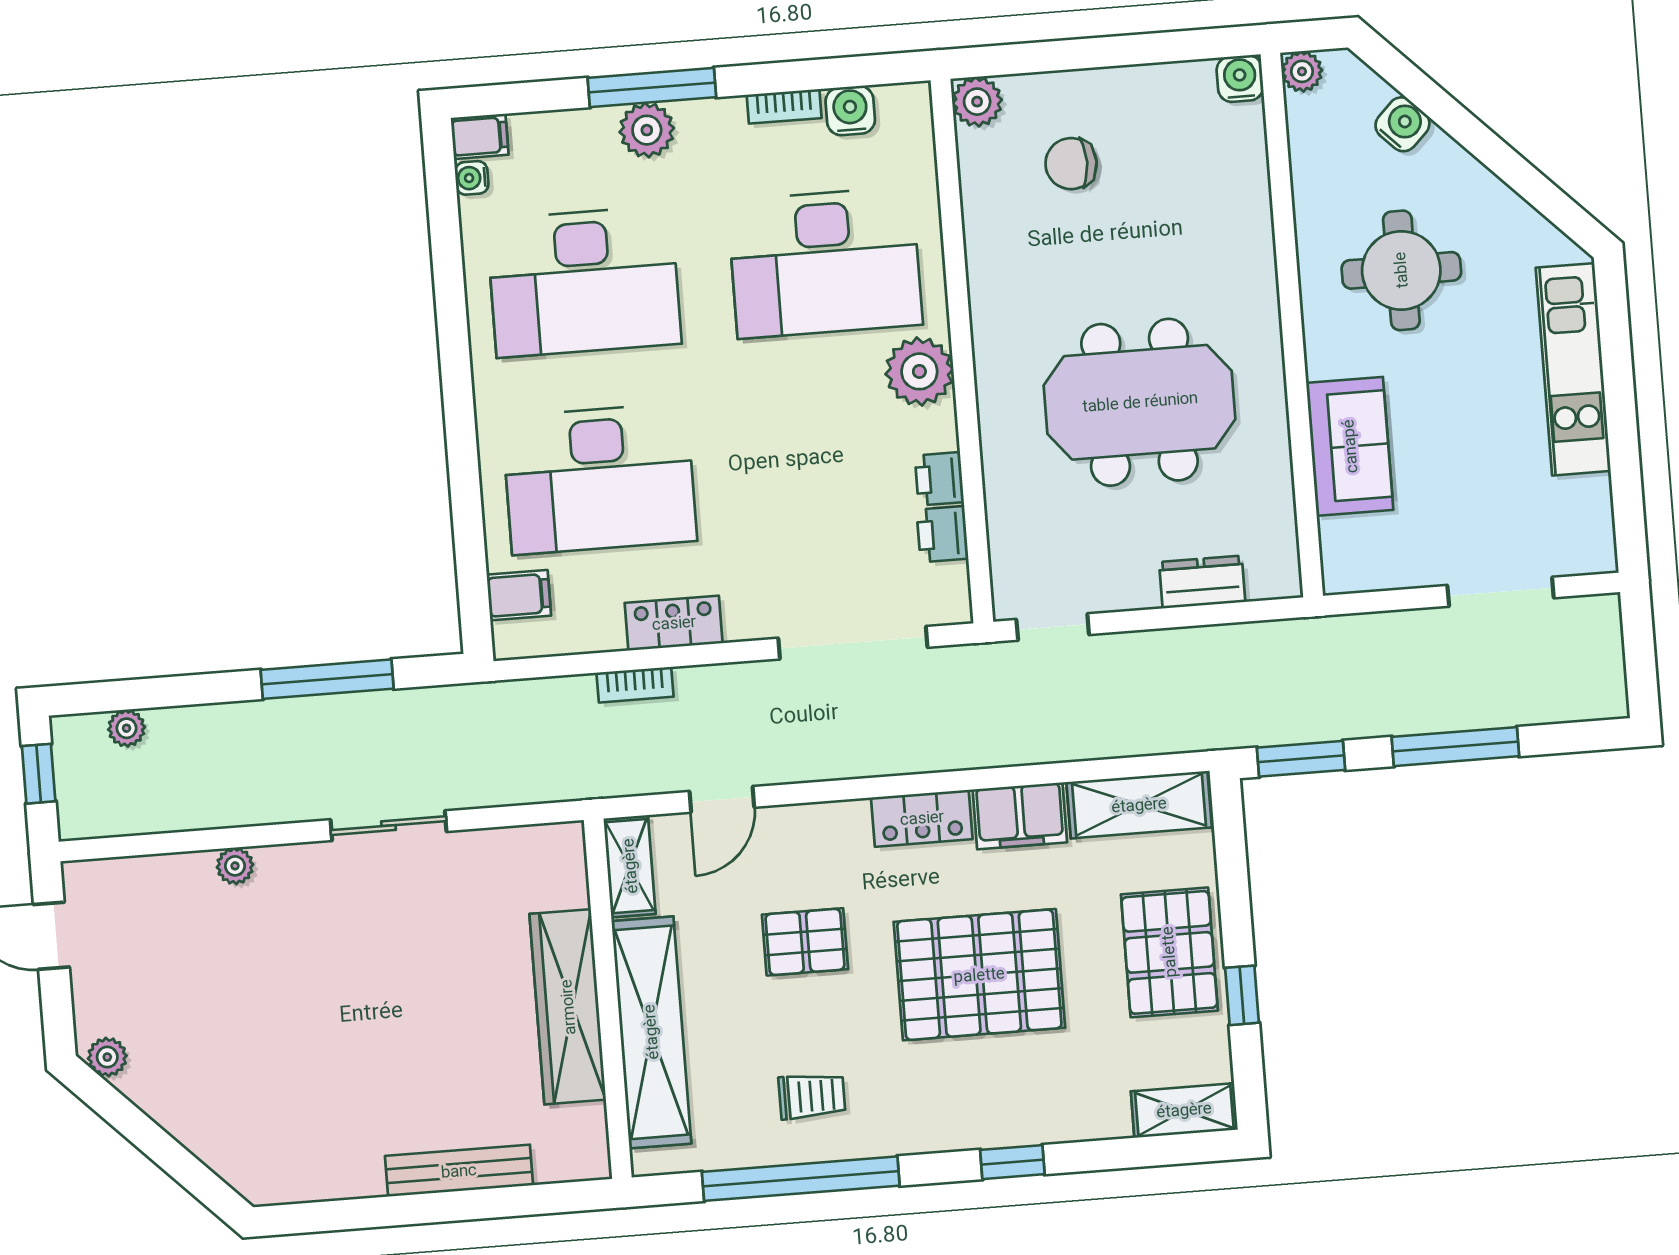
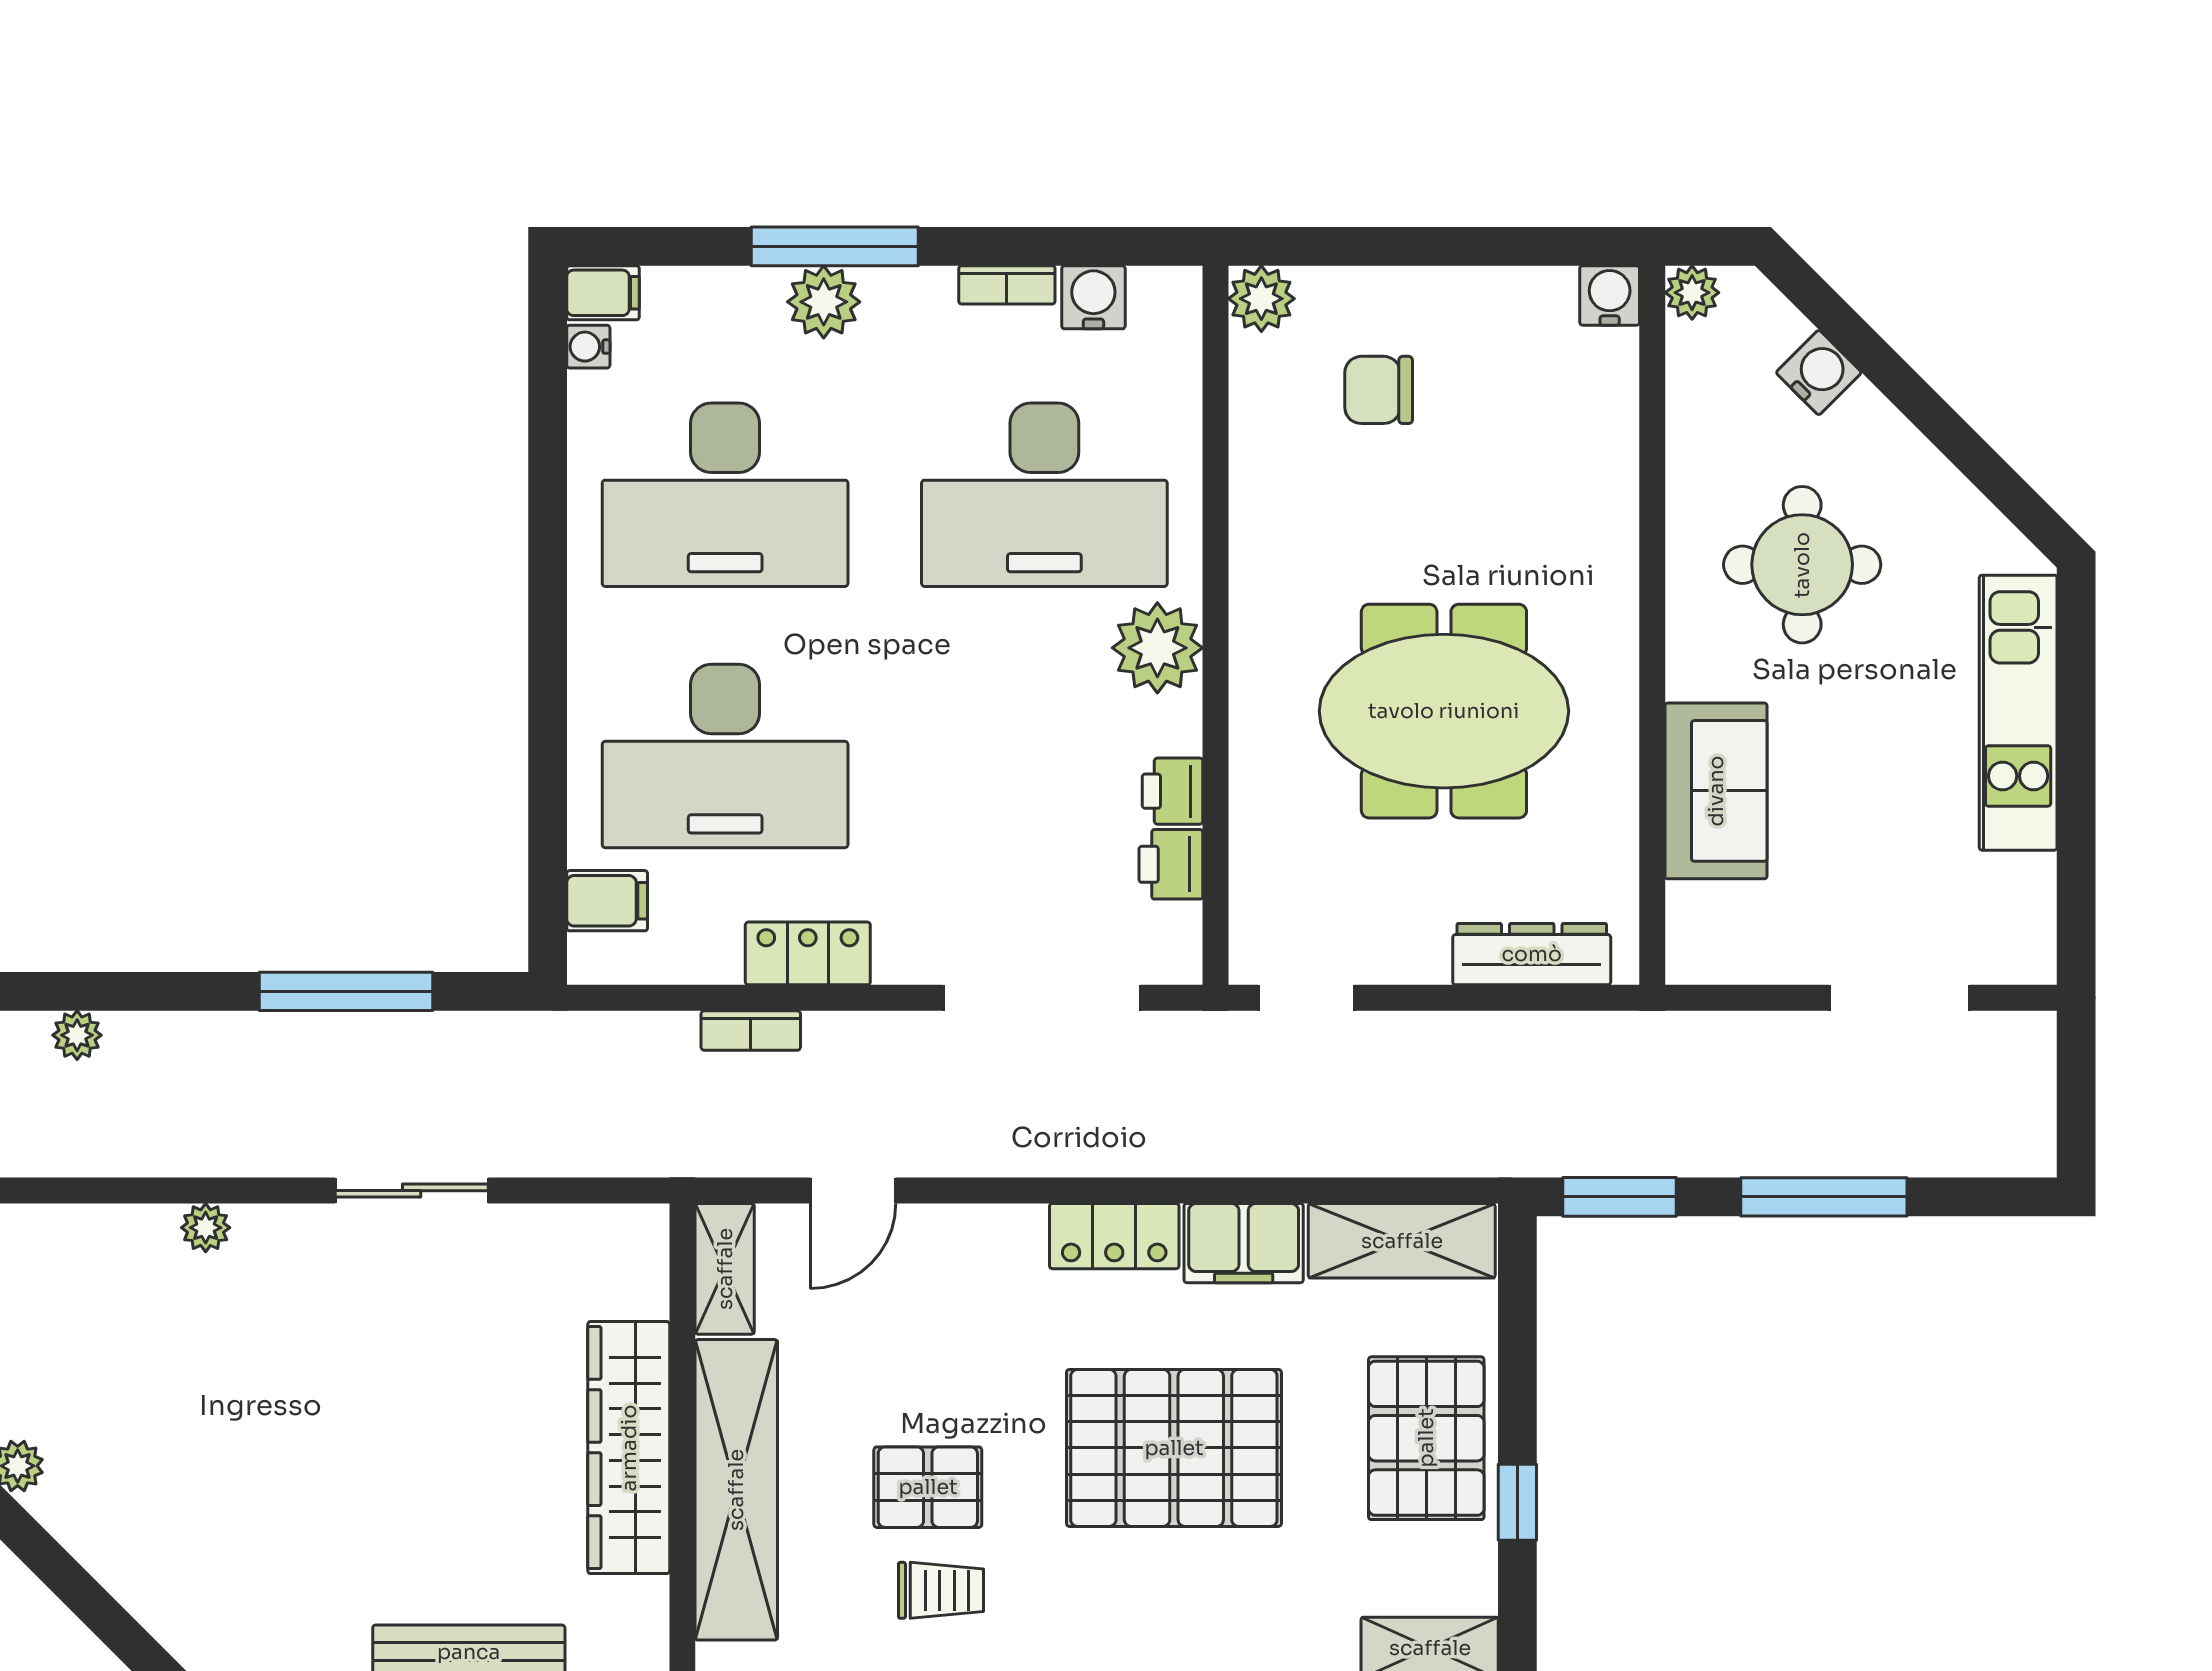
dresser: (1202, 582) -> (1532, 954), width x1.44
pallet: (805, 942) -> (928, 1487), moved

